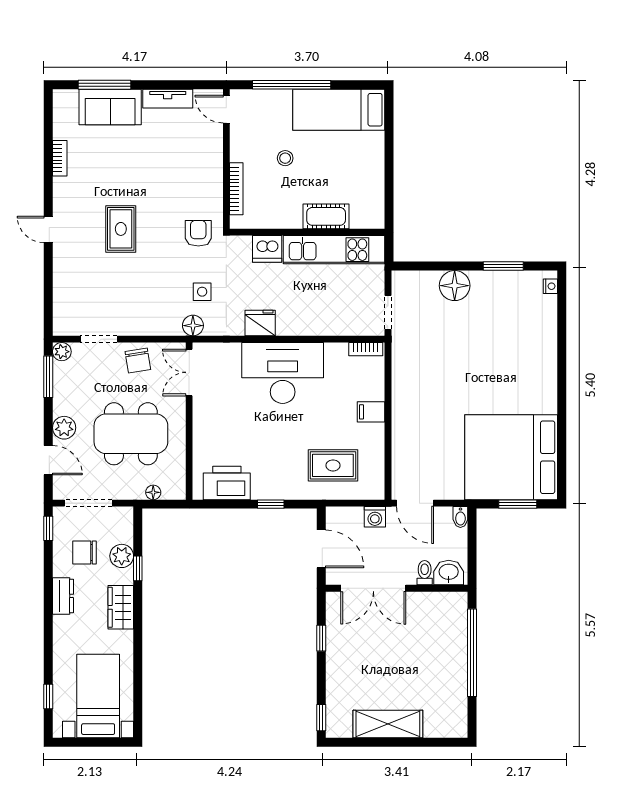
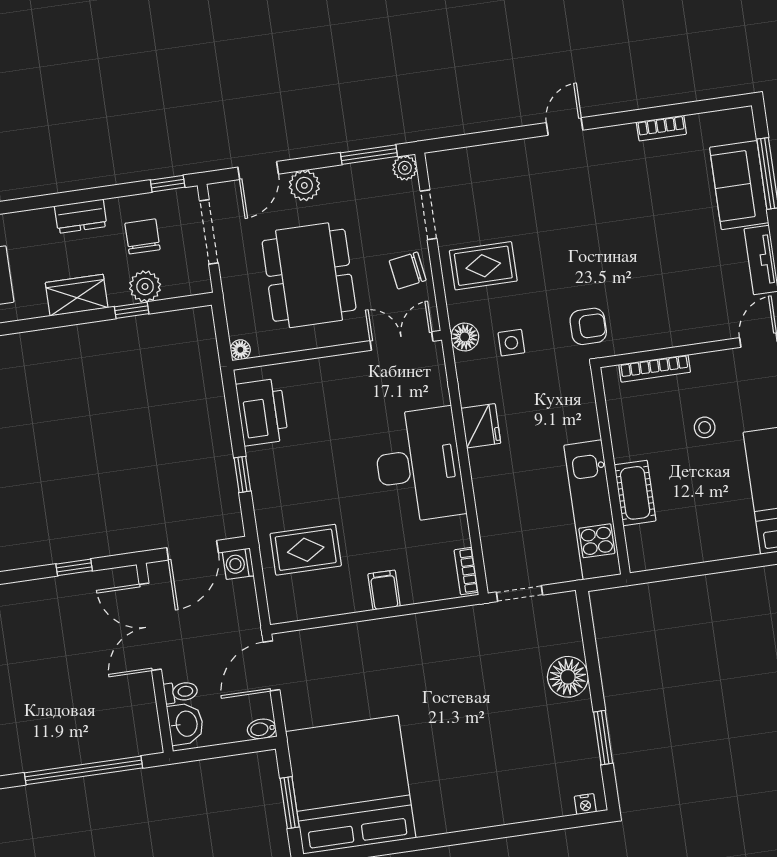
rug: (121, 229) -> (483, 266), moved
dishwasher: (267, 249) -> (581, 421), removed
rug: (333, 465) -> (306, 550), turned 90
floor lamp: (153, 492) -> (240, 350), moved
washing machine: (375, 517) -> (238, 564), moved

